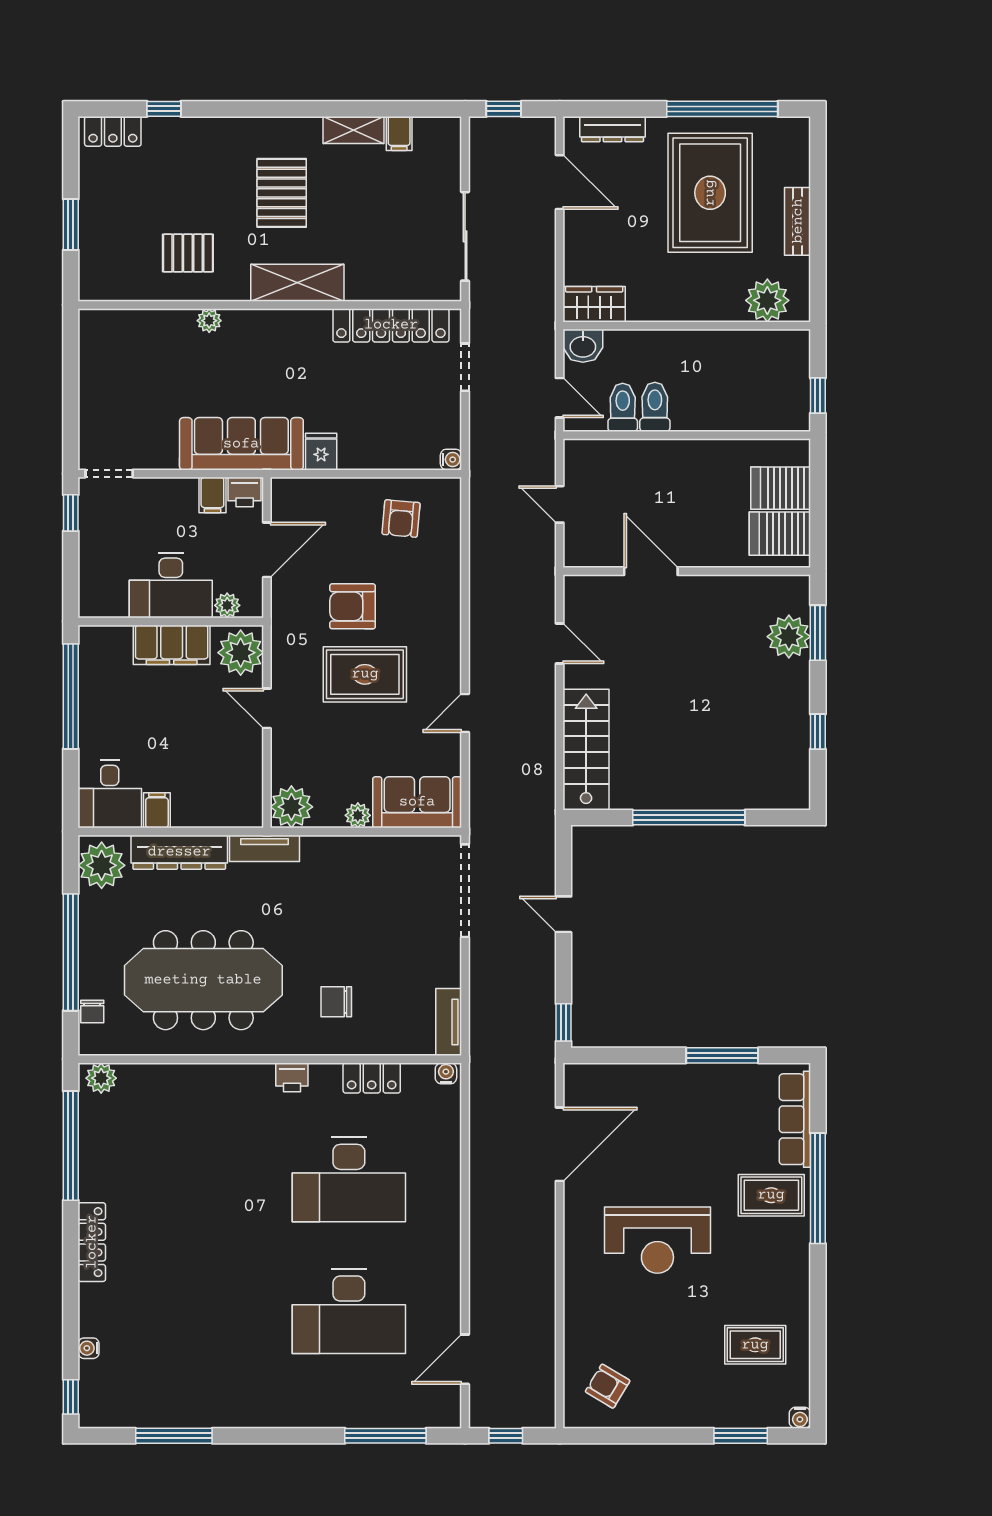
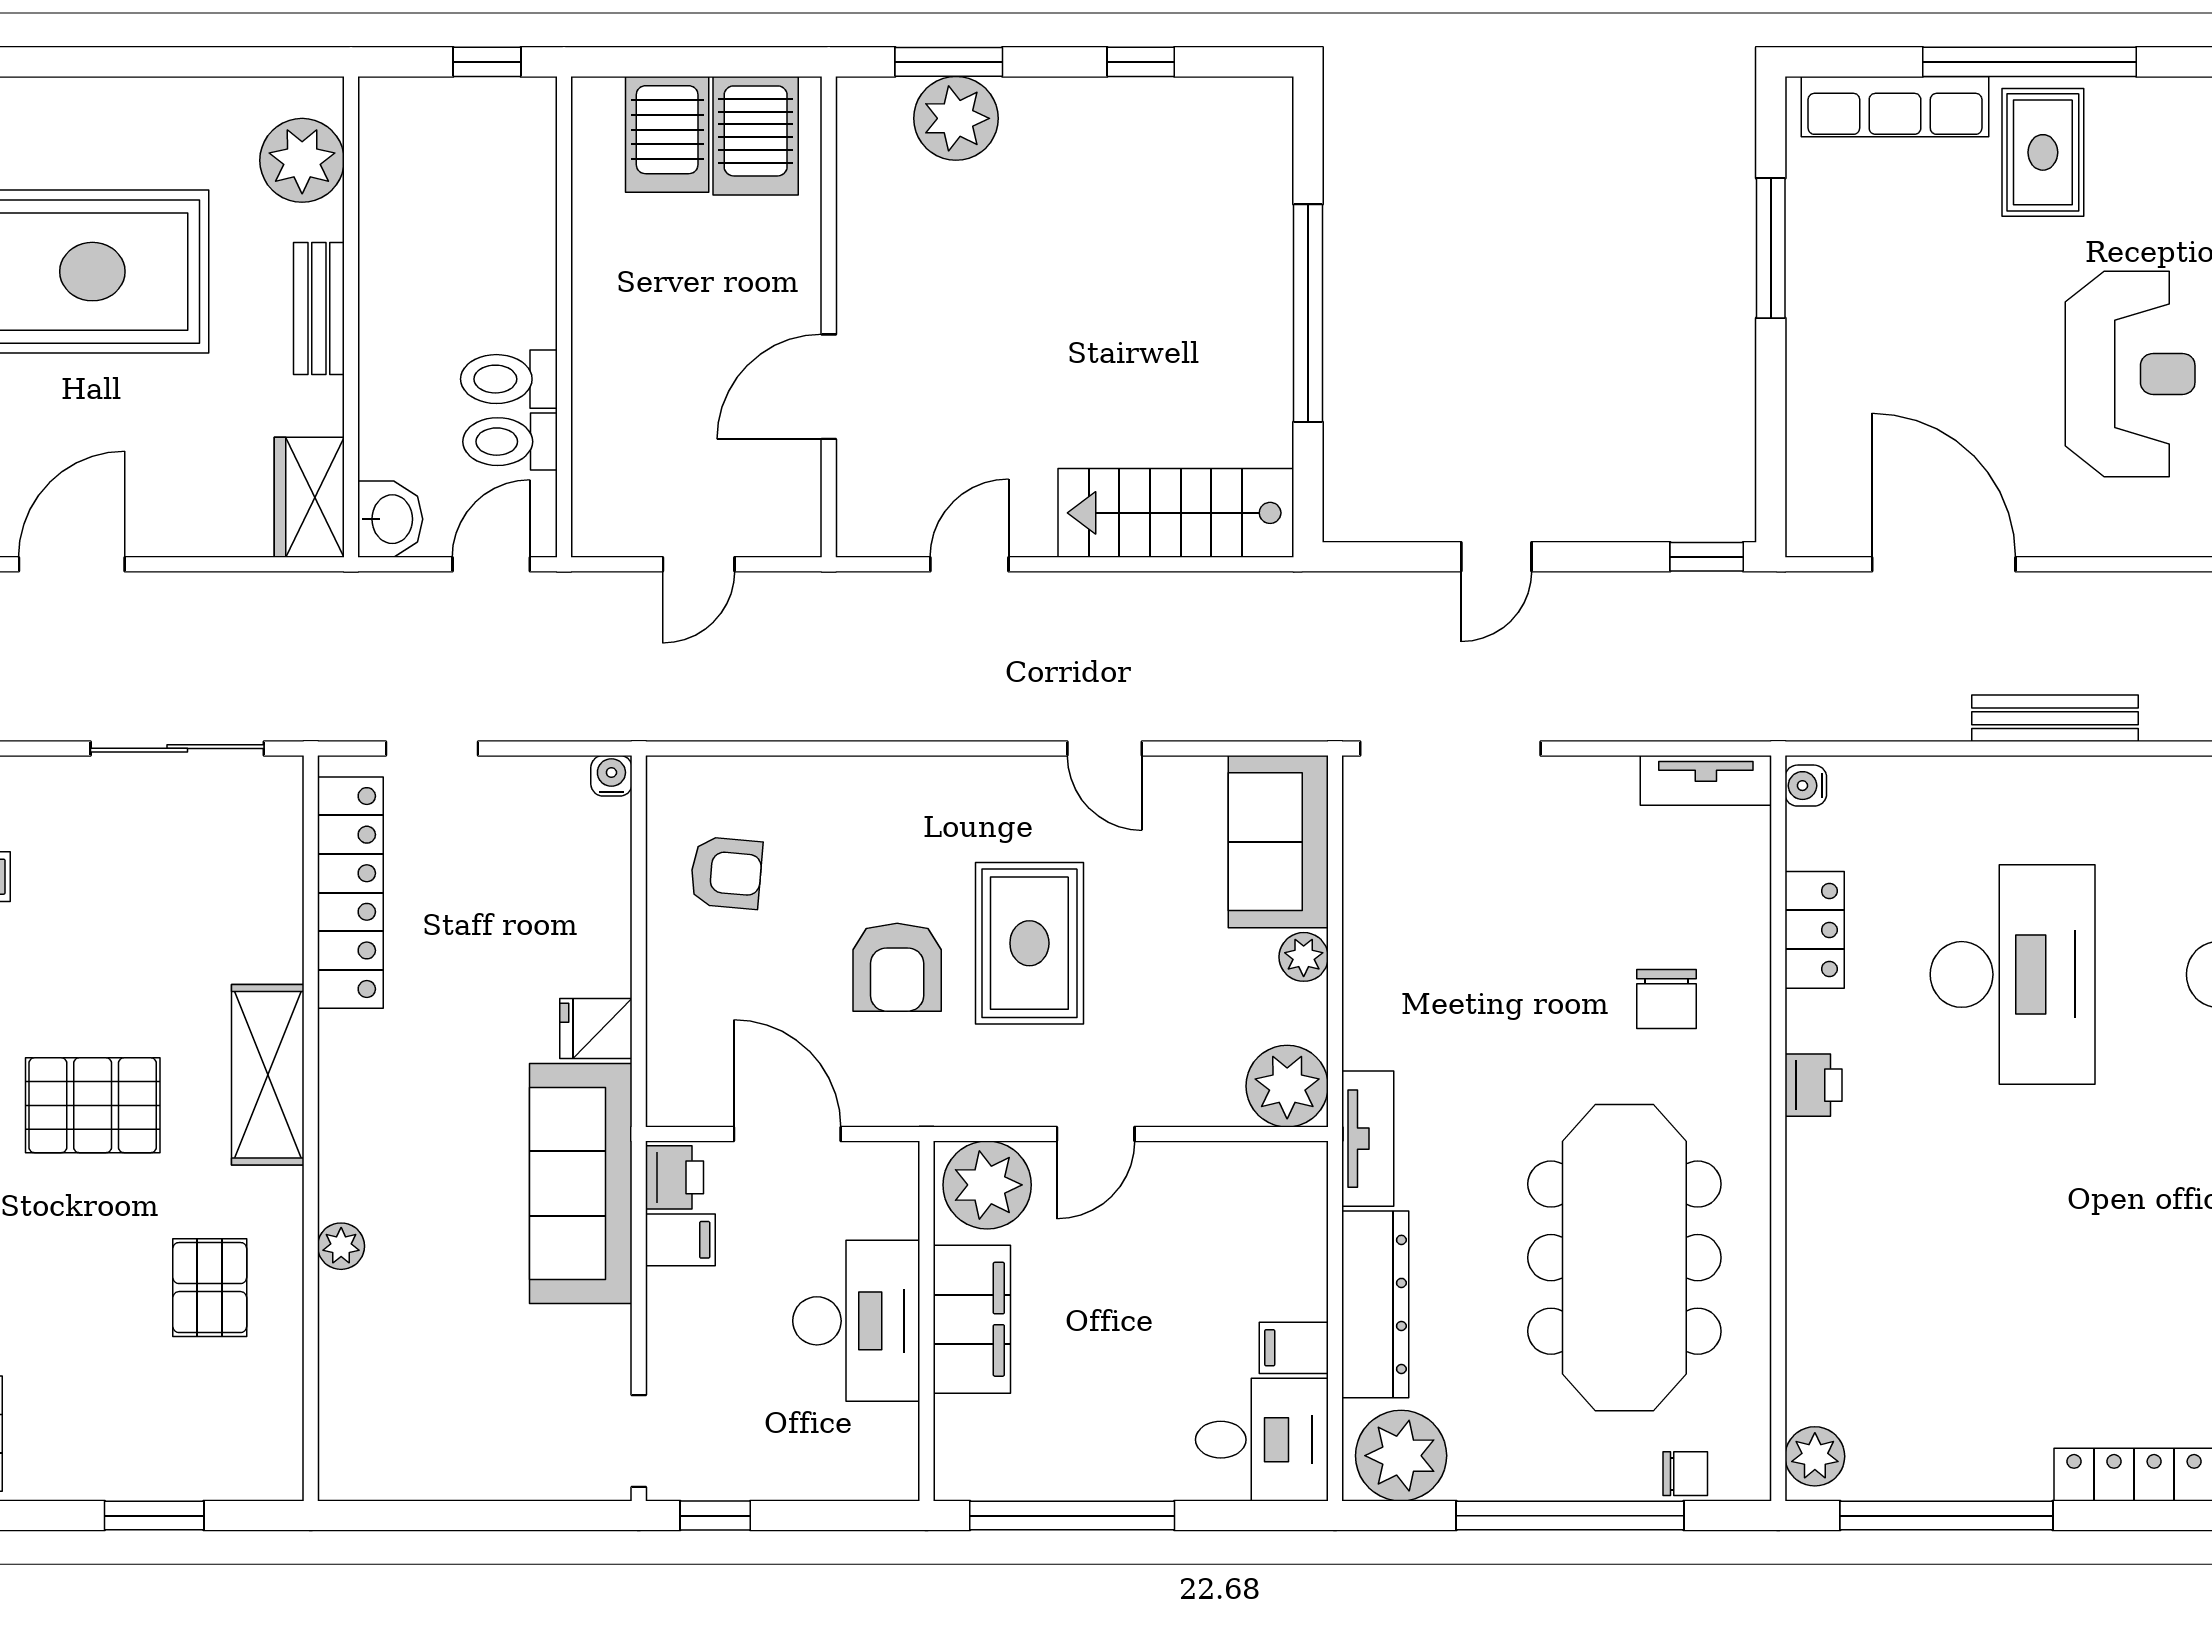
bench: (798, 221) -> (319, 309), moved, turned 90
plant: (227, 605) -> (895, 1211), removed
bench: (481, 1201) -> (2055, 718), added

